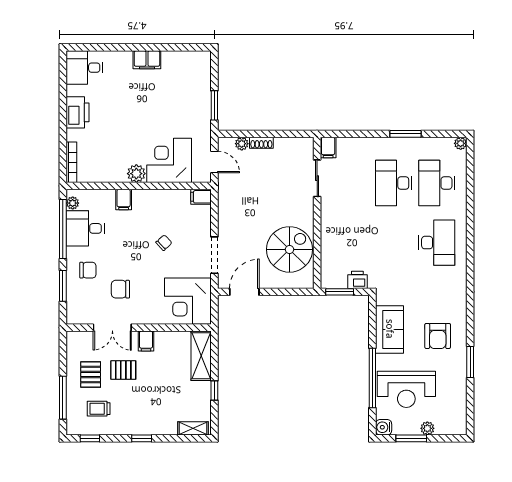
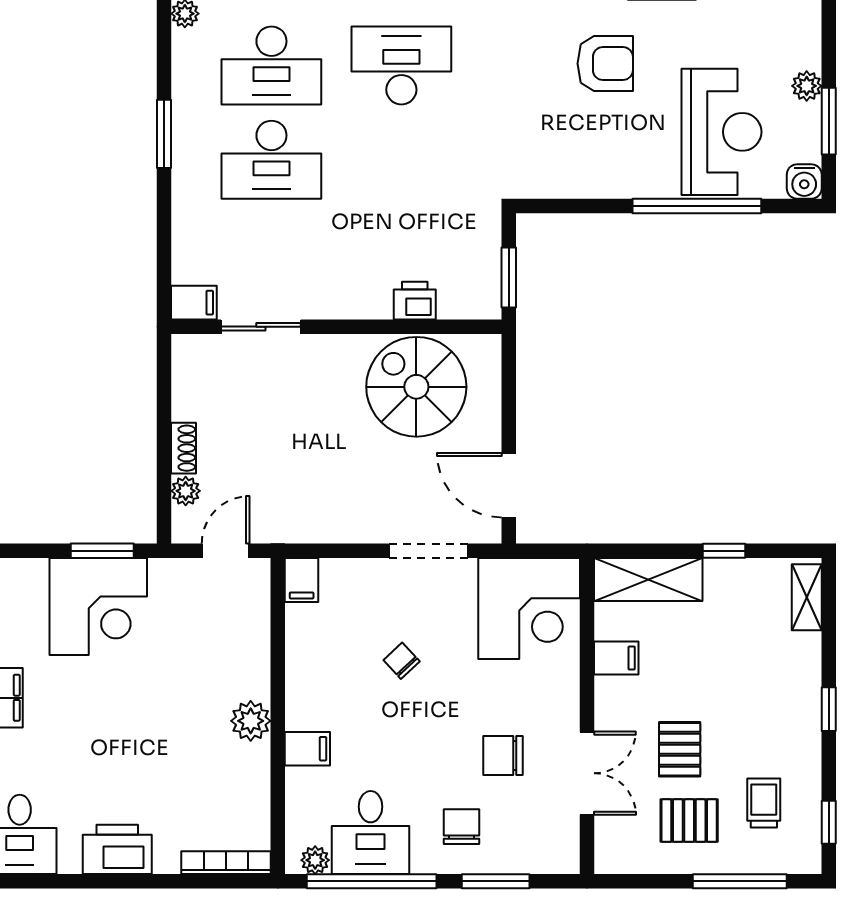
corner desk: (169, 160) -> (98, 606), moved, turned -90
printer: (357, 280) -> (415, 301), moved, turned 90
chair: (120, 289) -> (503, 756), turned 90
sofa: (390, 329) -> (591, 169), removed
filing cabinet: (146, 341) -> (616, 658), moved
trolley: (99, 409) -> (764, 803), turned 180

